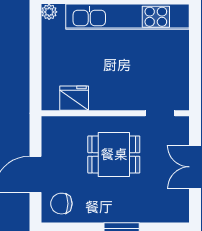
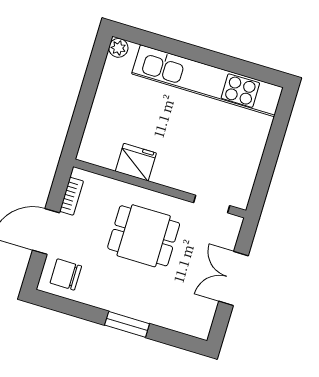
fridge: (74, 98) -> (136, 162), moved
bookcase: (47, 140) -> (72, 196), added

